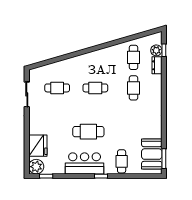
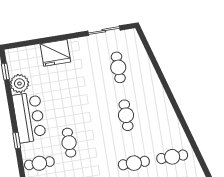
cafe table: (88, 132) -> (69, 143), moved, width x0.73, depth x0.74
fridge: (38, 146) -> (55, 53), moved
plant: (36, 167) -> (19, 84), moved

